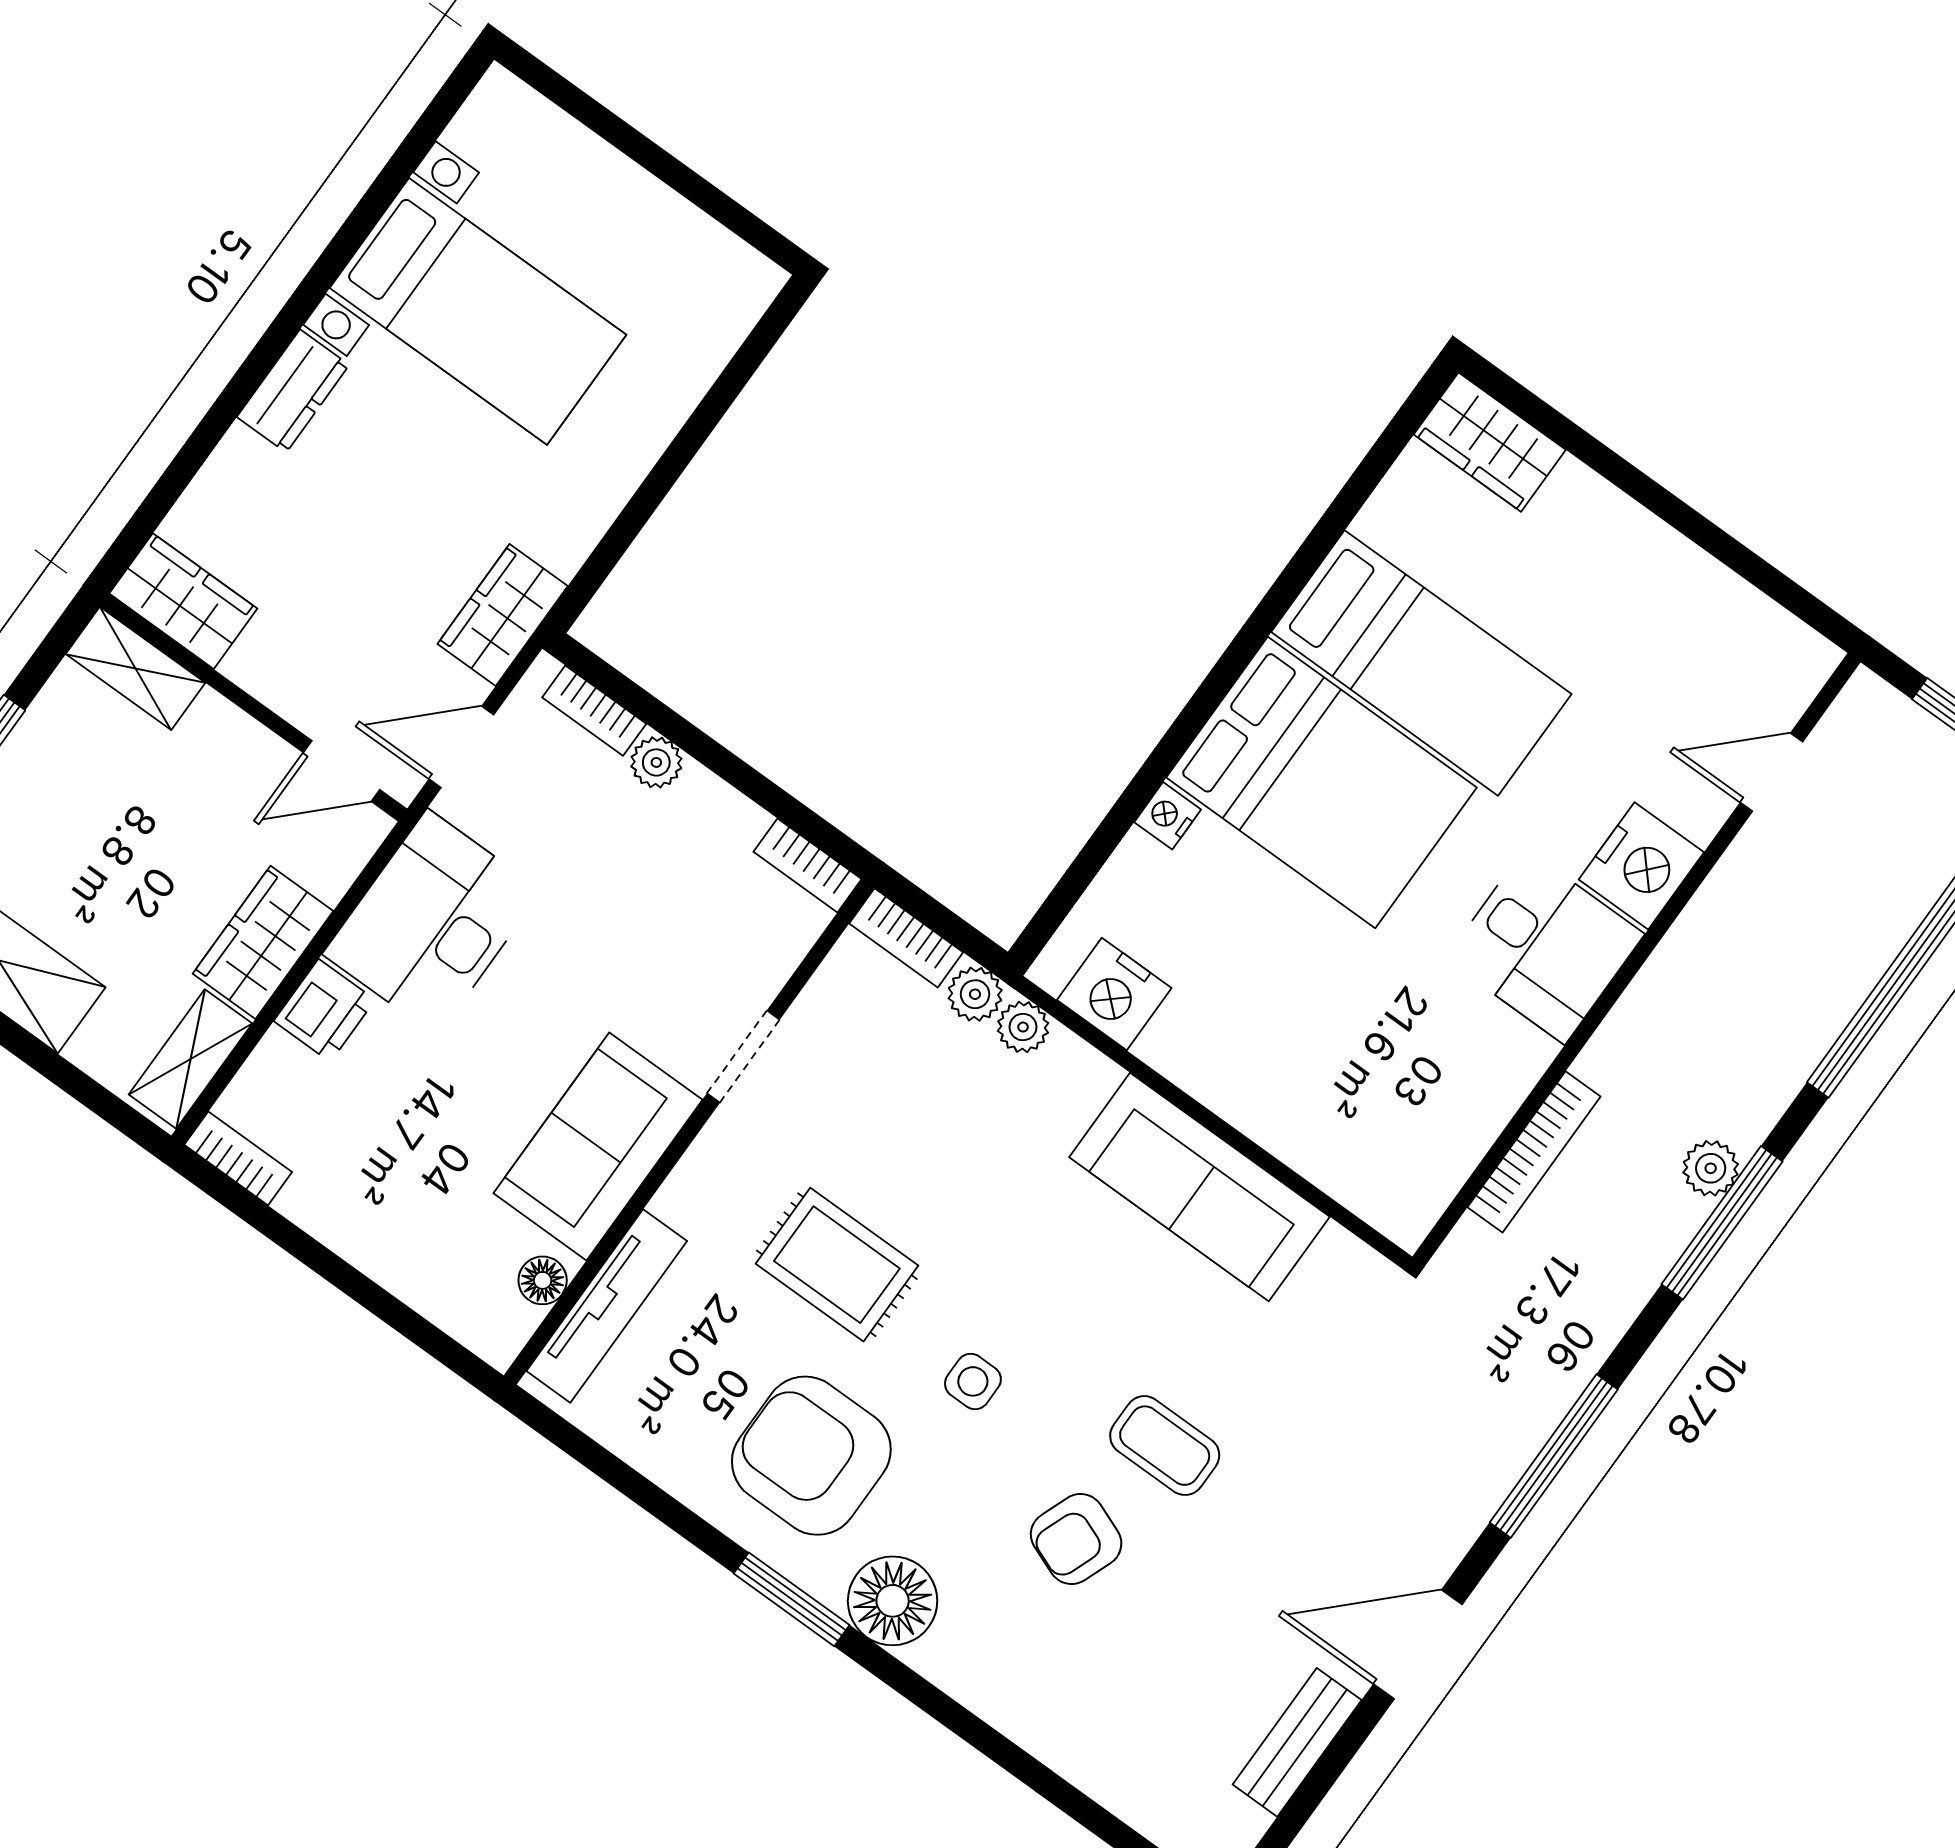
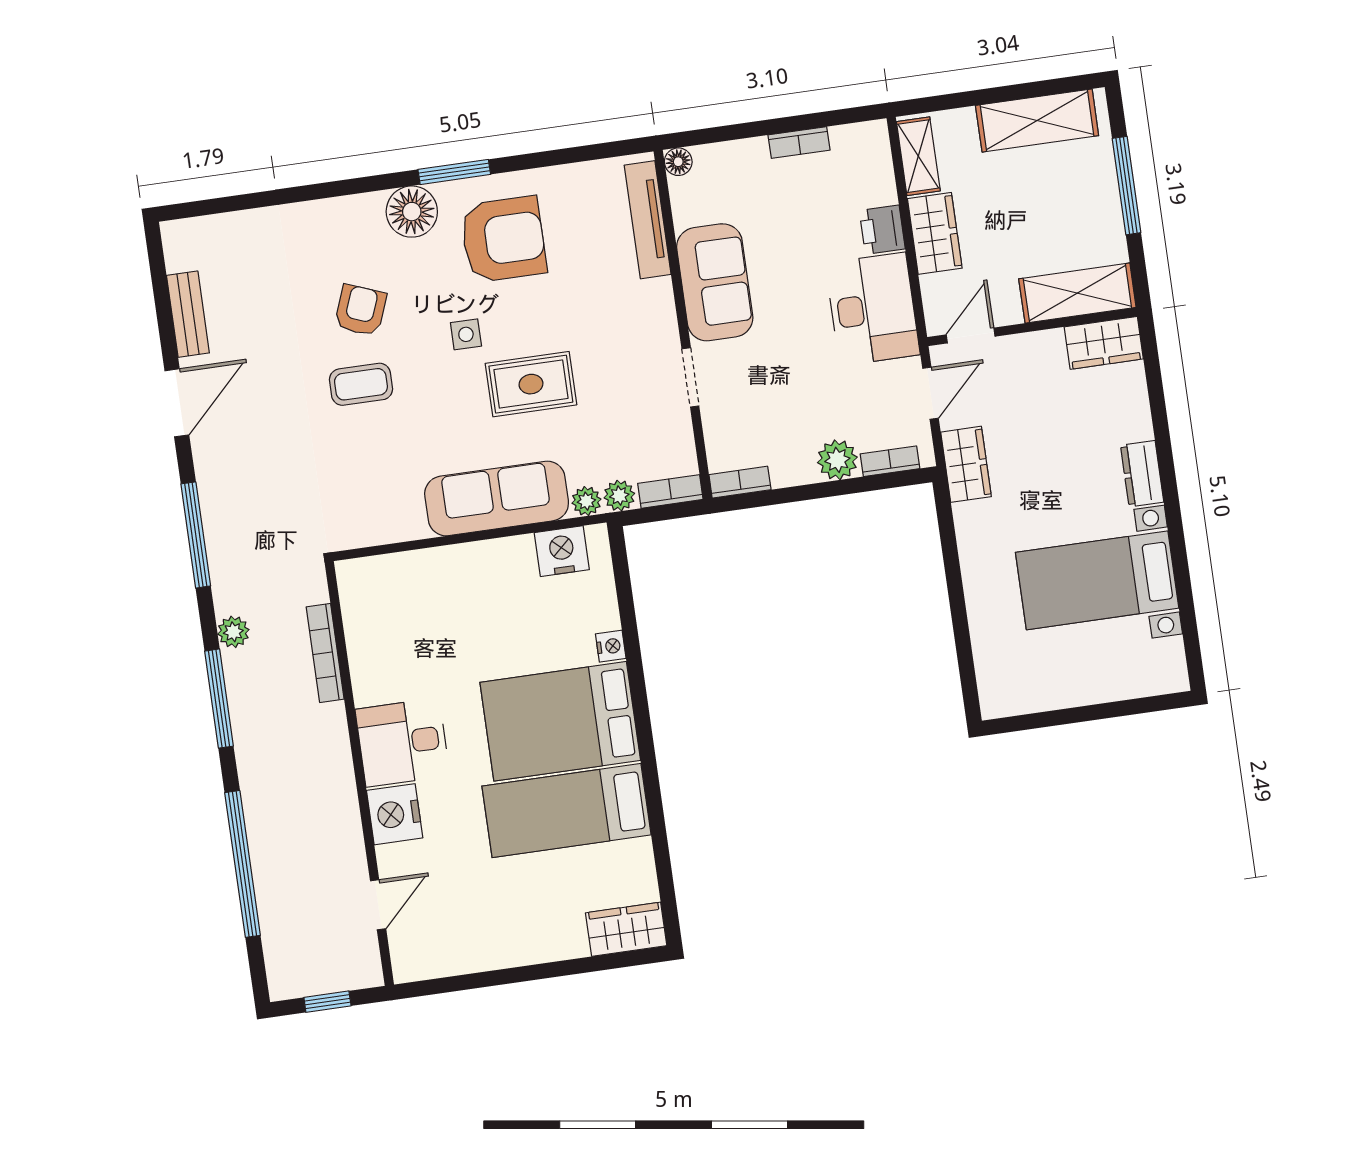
shelving: (136, 668) -> (1077, 293), width x1.50, depth x1.33
plant: (656, 762) -> (837, 460), width x1.38, depth x1.38
bookcase: (238, 1158) -> (799, 143), moved
plant: (1711, 1168) -> (233, 632), moved
sofa: (1199, 1187) -> (497, 498), moved
rug: (837, 1265) -> (531, 384), moved
floor lamp: (543, 1280) -> (678, 162), moved

